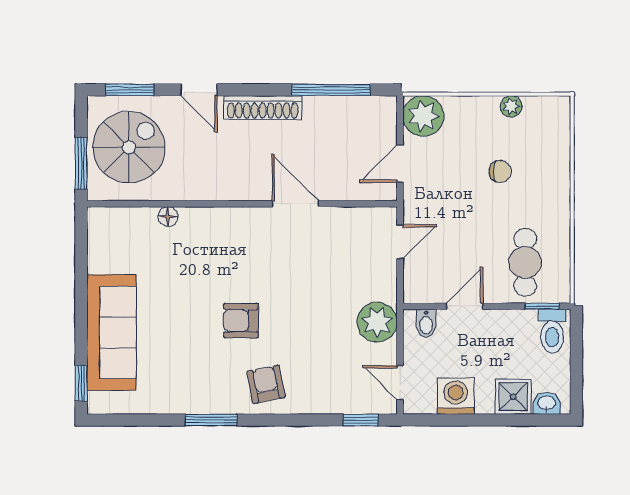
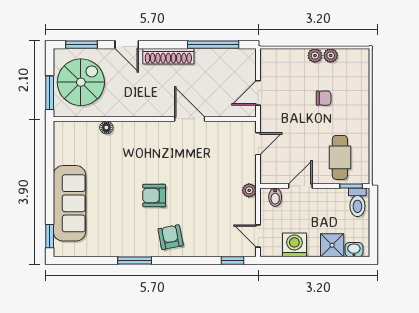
plant: (423, 116) -> (315, 56), moved, width x0.53, depth x0.53
plant: (377, 322) -> (249, 190), width x0.53, depth x0.53

